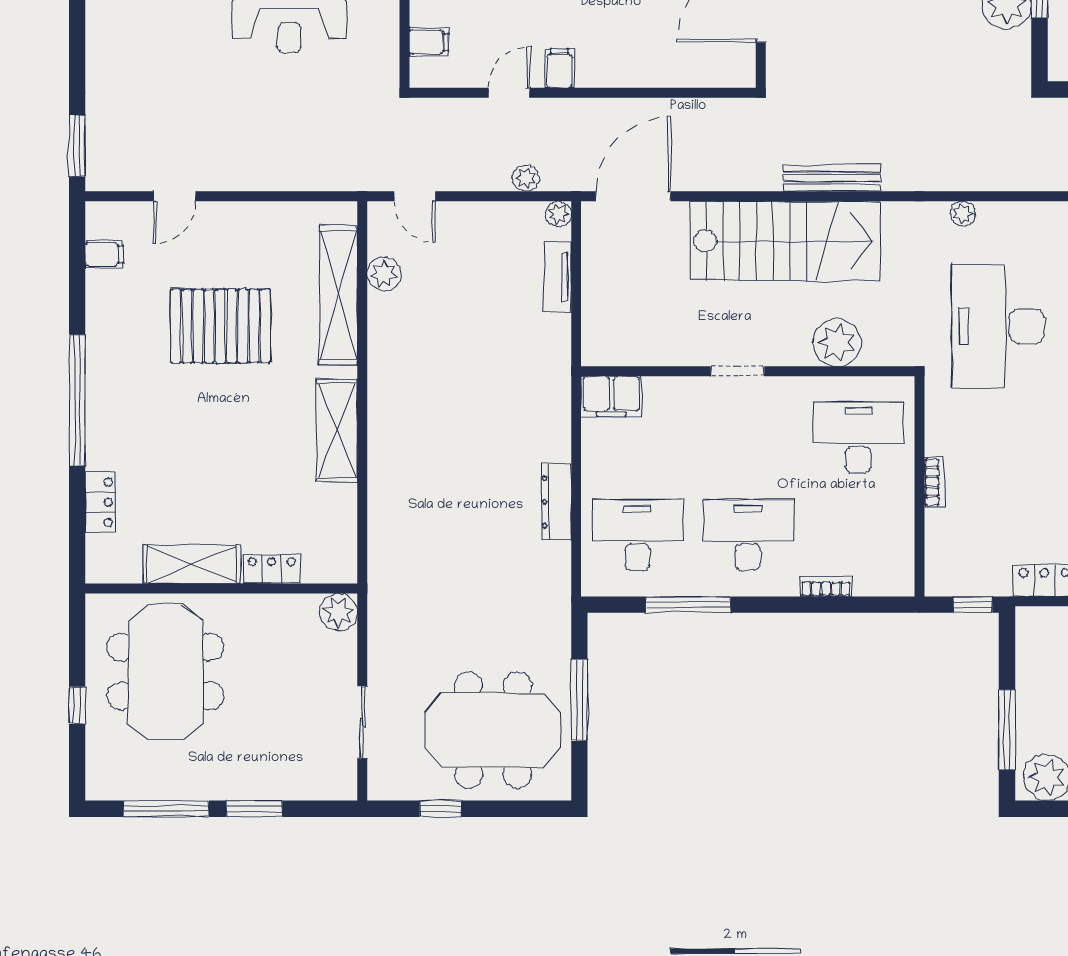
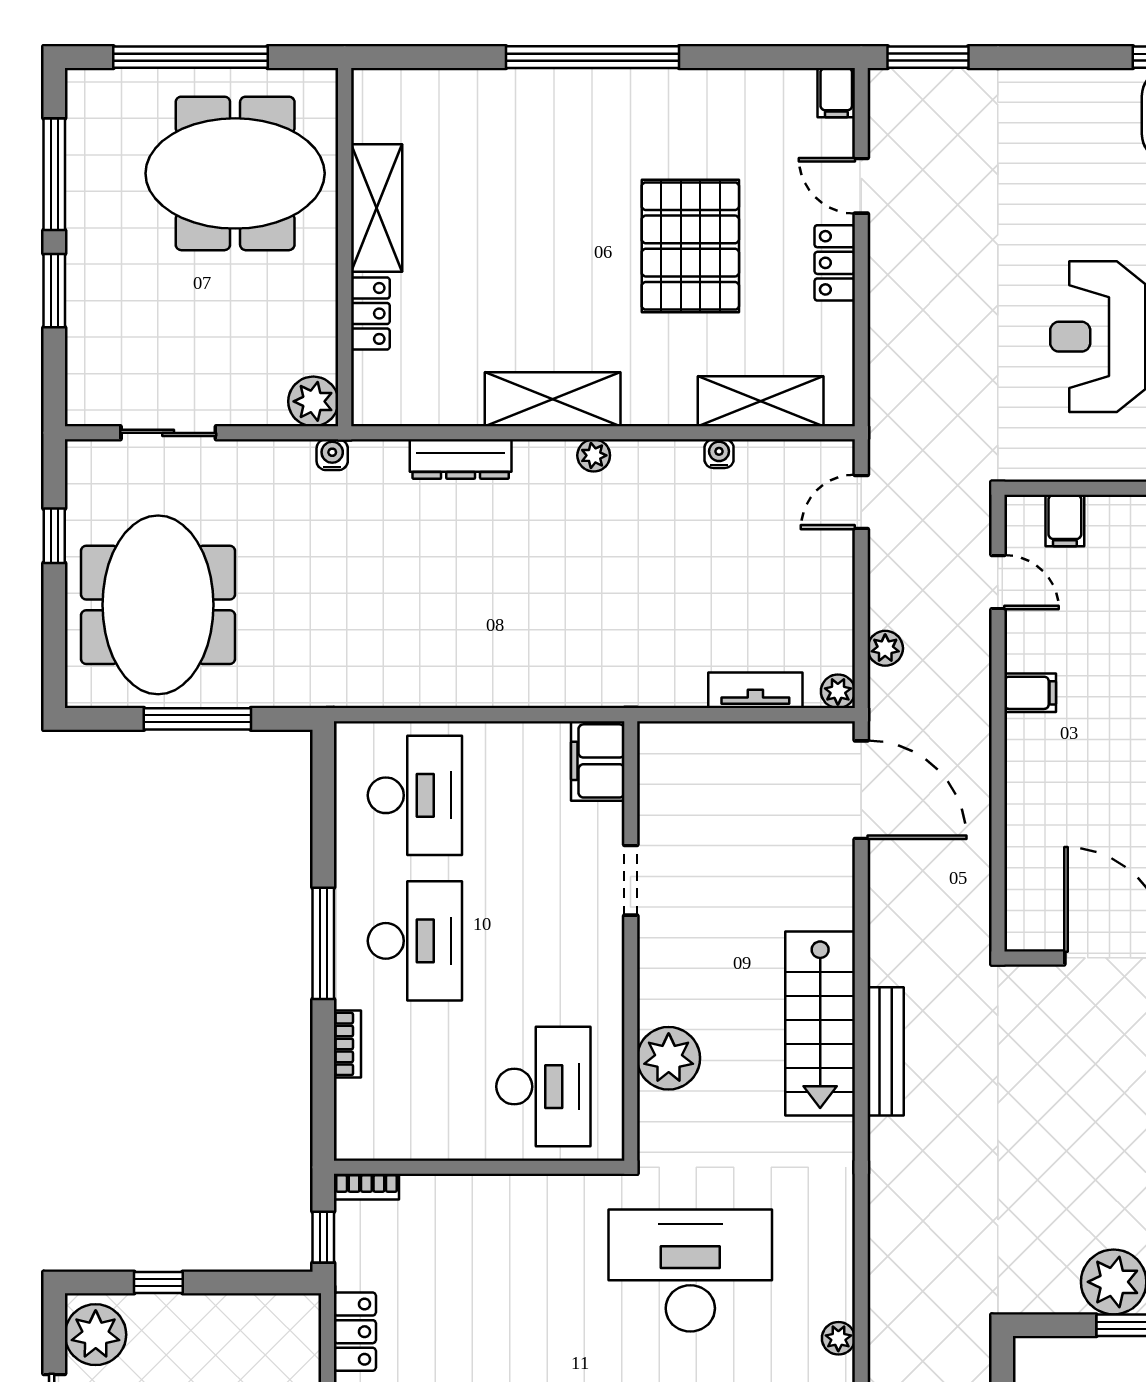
door: (509, 93) -> (998, 582), moved
plant: (963, 214) -> (838, 1338), moved
stairs: (785, 241) -> (820, 1023), width x0.73, depth x0.66
filing cabinet: (104, 254) -> (836, 93), moved
plant: (384, 274) -> (594, 455), moved, width x0.73, depth x0.73
shelving: (338, 295) -> (761, 401), width x0.68
water cooler: (378, 304) -> (719, 454), added
doorway: (737, 371) -> (631, 880), moved
bookcase: (934, 482) -> (366, 1187), moved
locker: (101, 502) -> (835, 263), moved, turned 90
dresser: (556, 502) -> (461, 459), moved, turned 180
water cooler: (379, 598) -> (332, 455), added
window: (688, 605) -> (323, 943), moved
window: (77, 705) -> (191, 57), width x3.17
window: (1007, 730) -> (158, 1282), width x0.46

